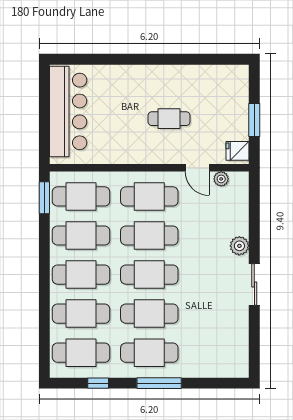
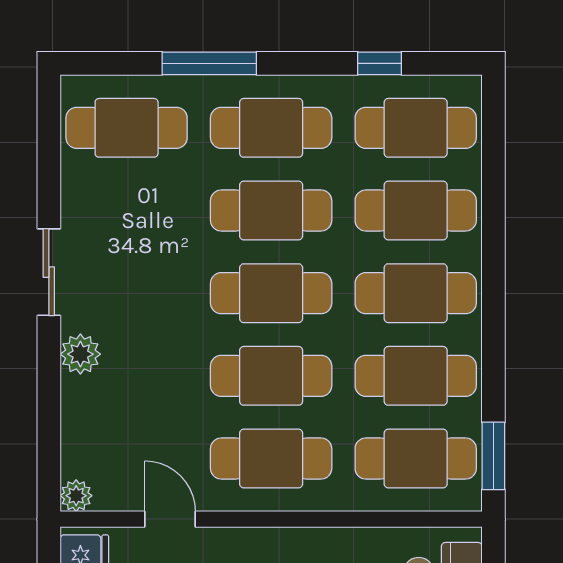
plant: (221, 179) -> (76, 496), moved
cafe table: (218, 353) -> (127, 128), added
window: (159, 383) -> (209, 63), moved

